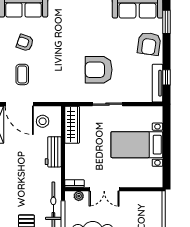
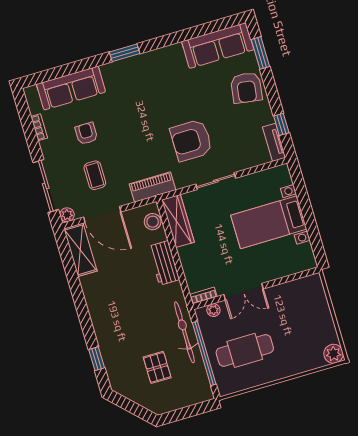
armchair: (25, 43) -> (86, 133), turned 71
tv unit: (157, 83) -> (274, 142), width x0.71
piano: (61, 95) -> (152, 187), added
stool: (43, 121) -> (153, 222), moved

